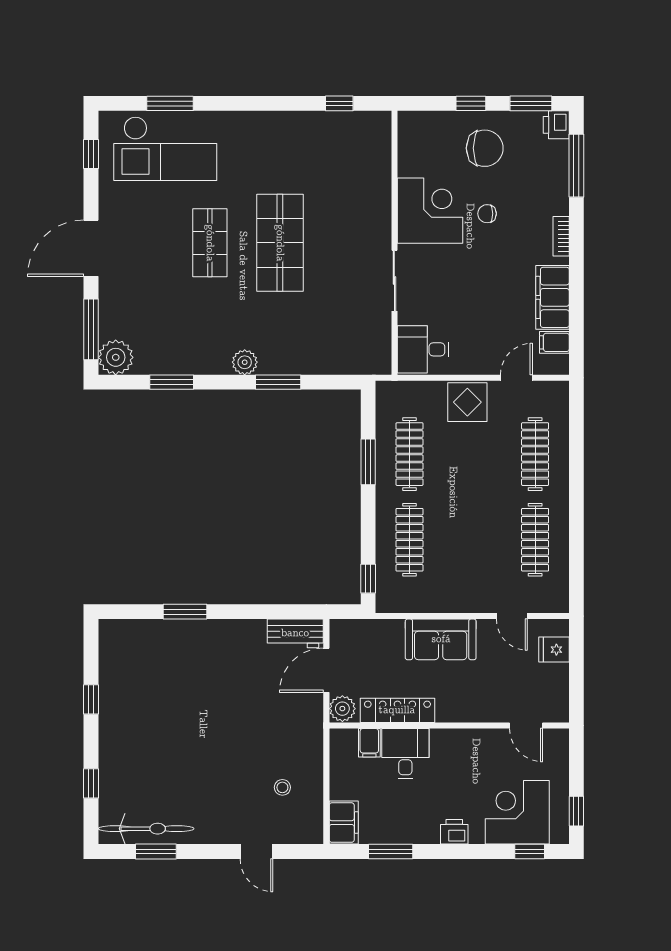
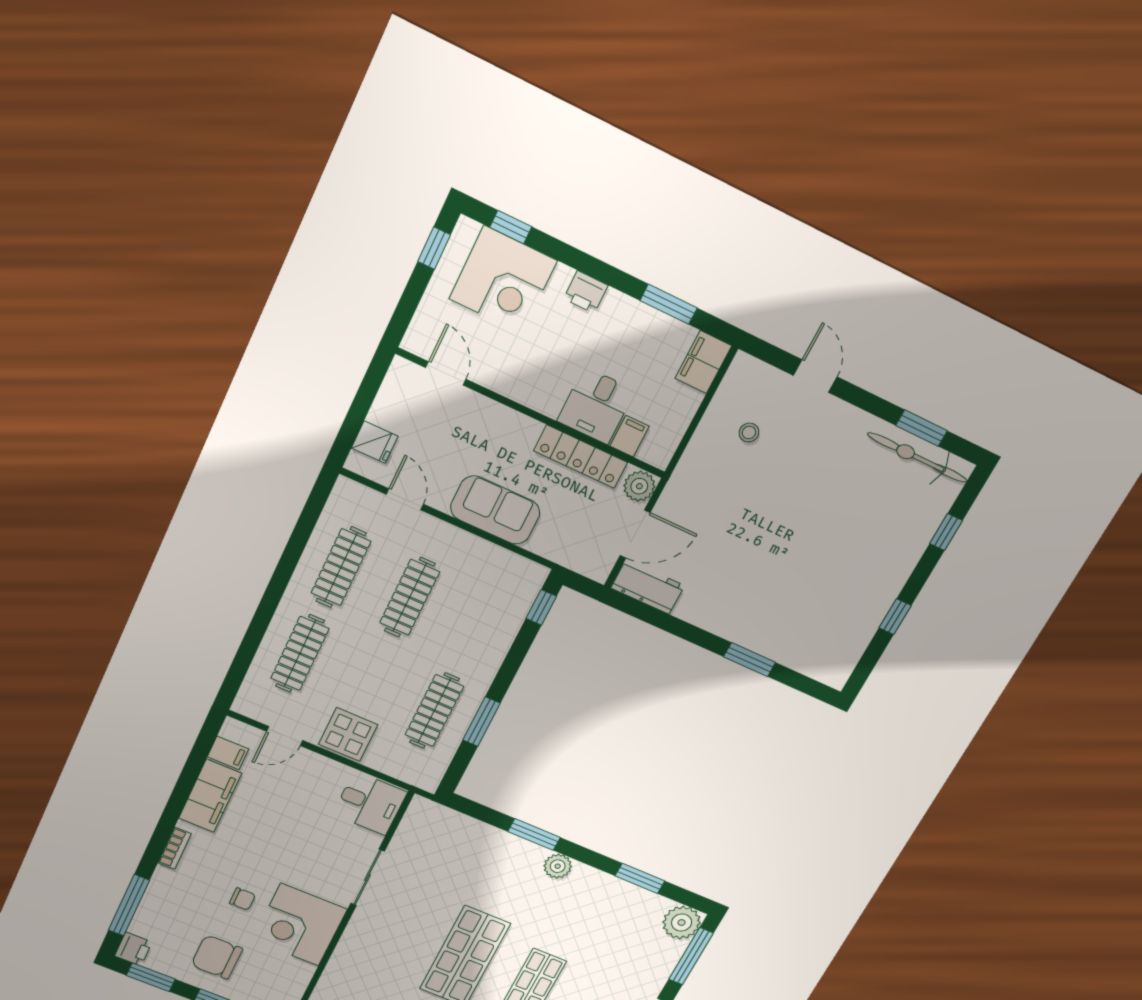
clothes rail: (409, 540) -> (410, 597), moved

